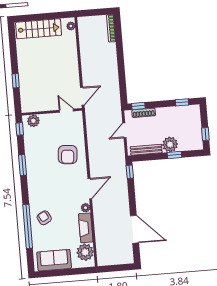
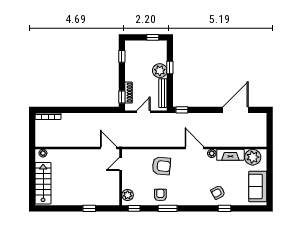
door: (124, 130) -> (143, 112), swing flipped
armchair: (36, 156) -> (160, 195), added
window: (28, 226) -> (225, 208), width x0.32

